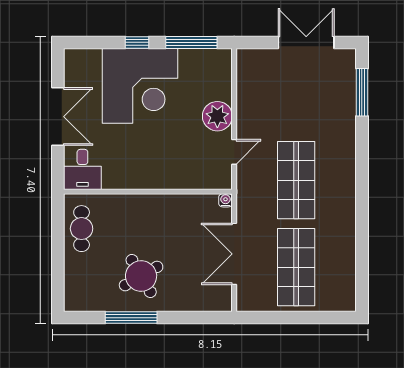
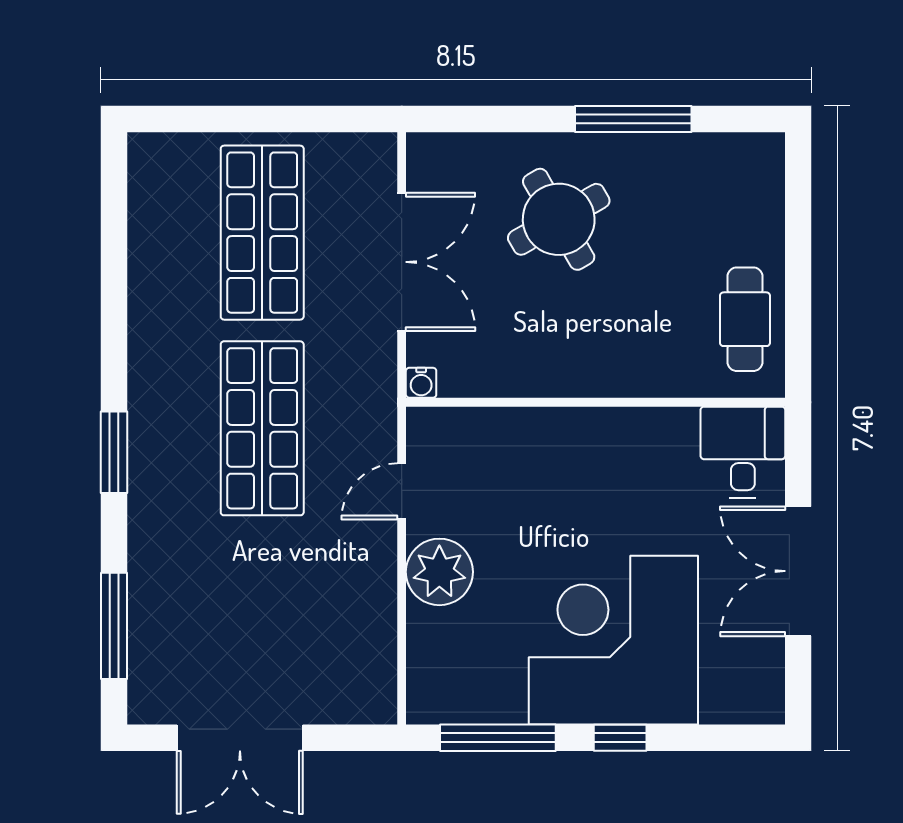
window: (362, 169) -> (114, 452), added
round table: (141, 276) -> (559, 219), moved

